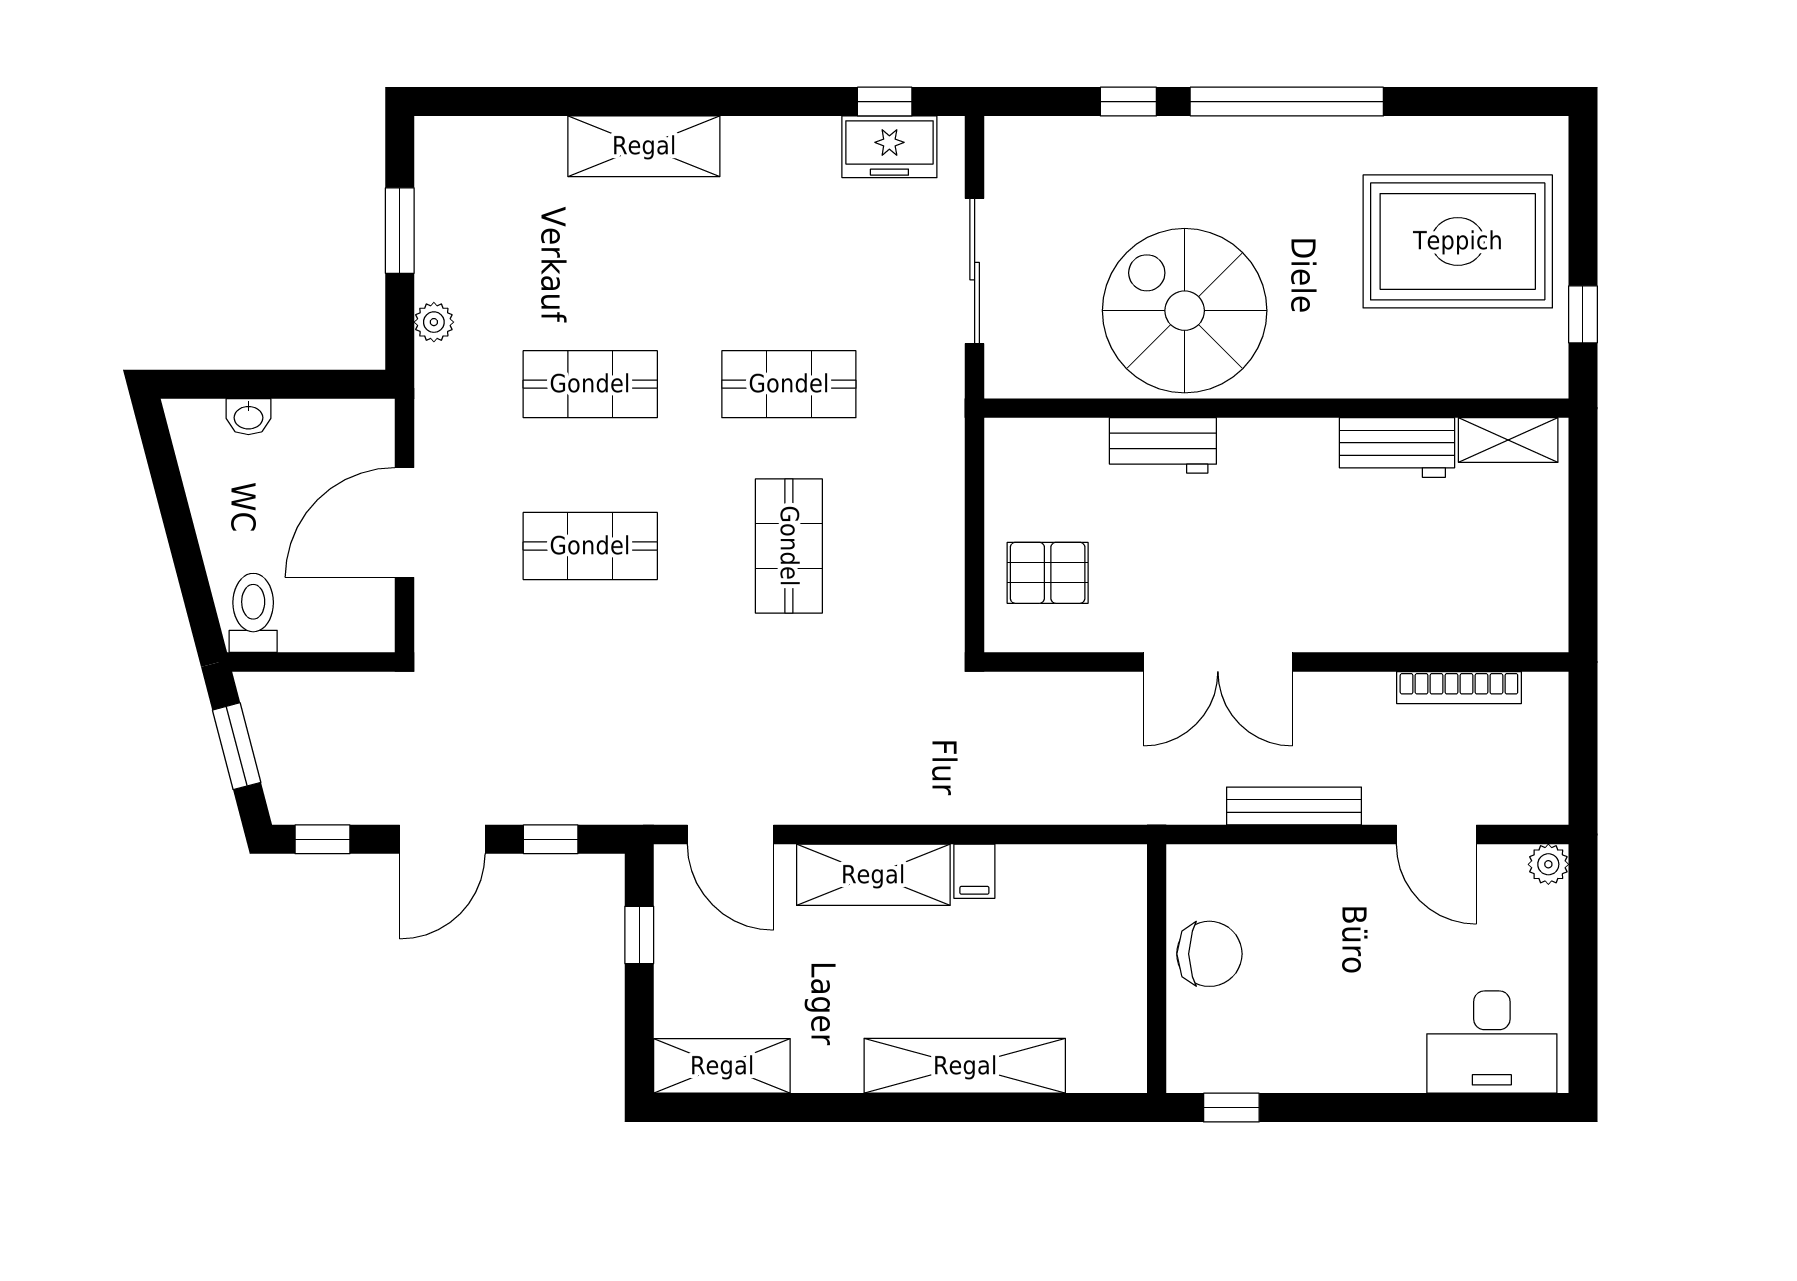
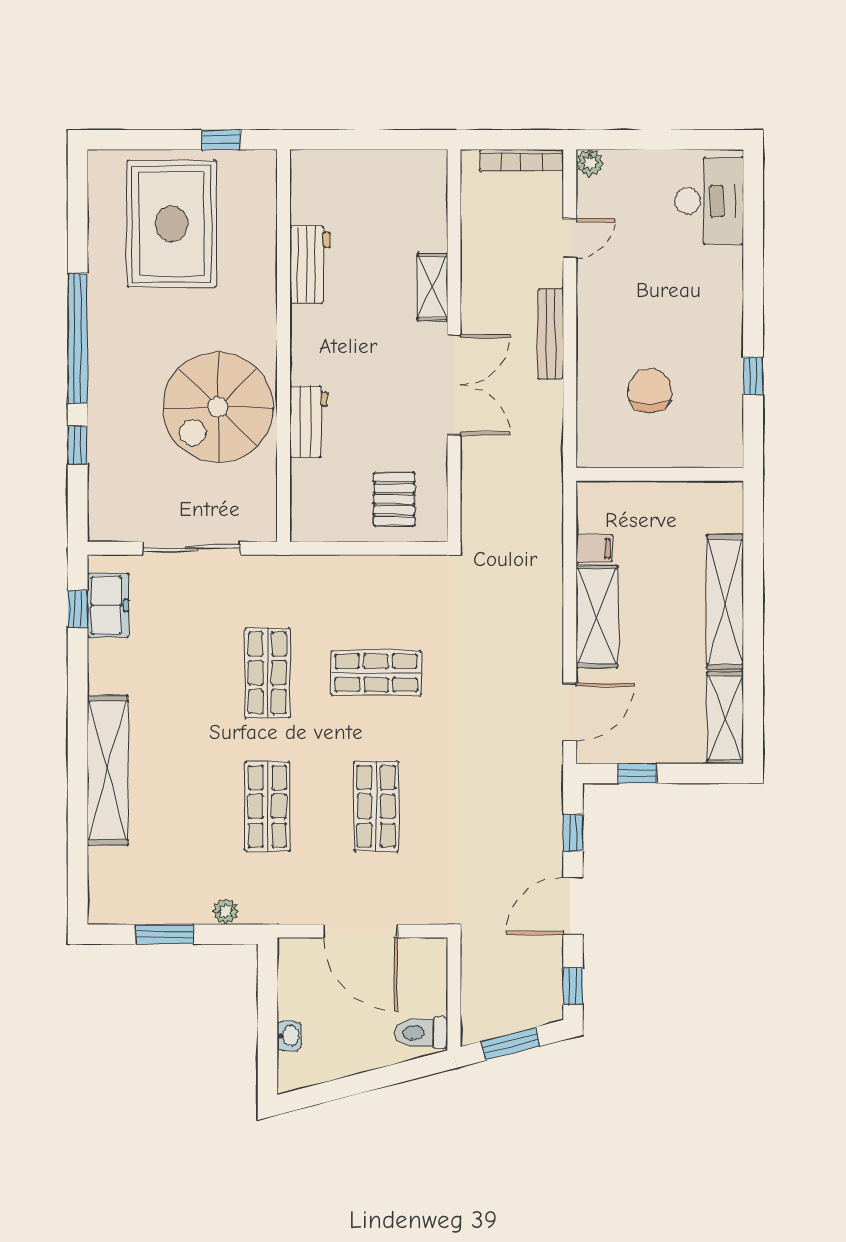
shelving: (644, 146) -> (108, 770), width x1.47
shelving: (1508, 440) -> (433, 287), moved
bookcase: (1459, 688) -> (521, 160), moved, turned 90
door: (1436, 834) -> (570, 238), width x0.73
door: (442, 839) -> (573, 906), swing flipped
wall: (1157, 969) -> (660, 474), moved
shelving: (965, 1066) -> (725, 602), moved

